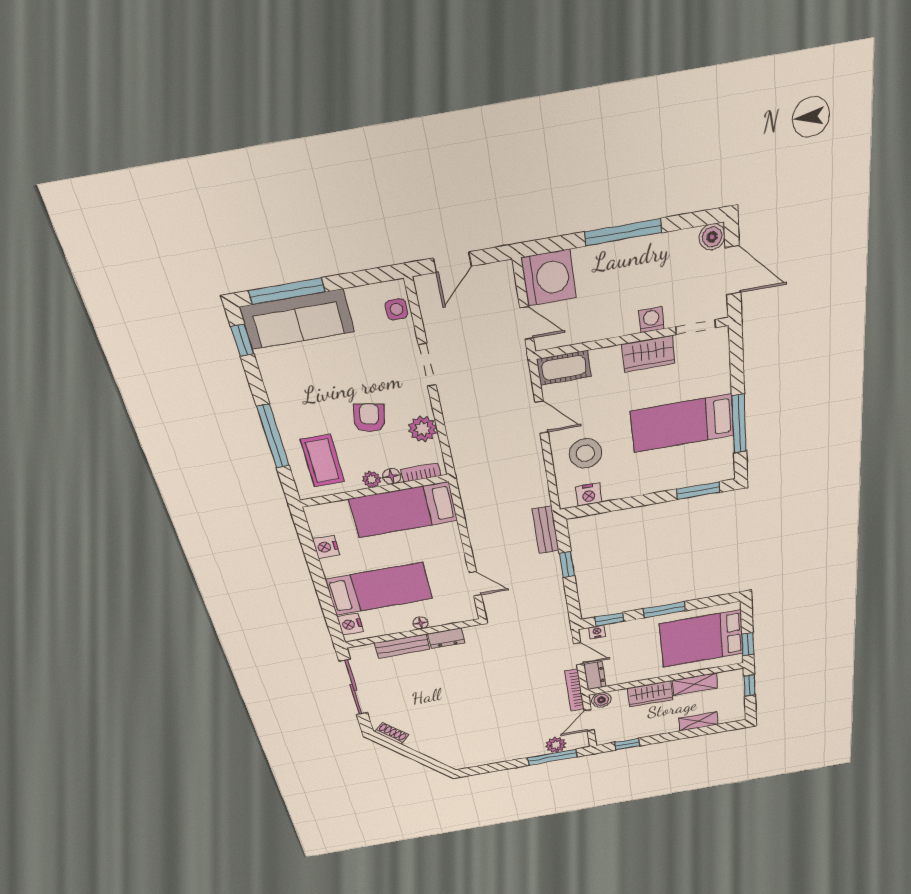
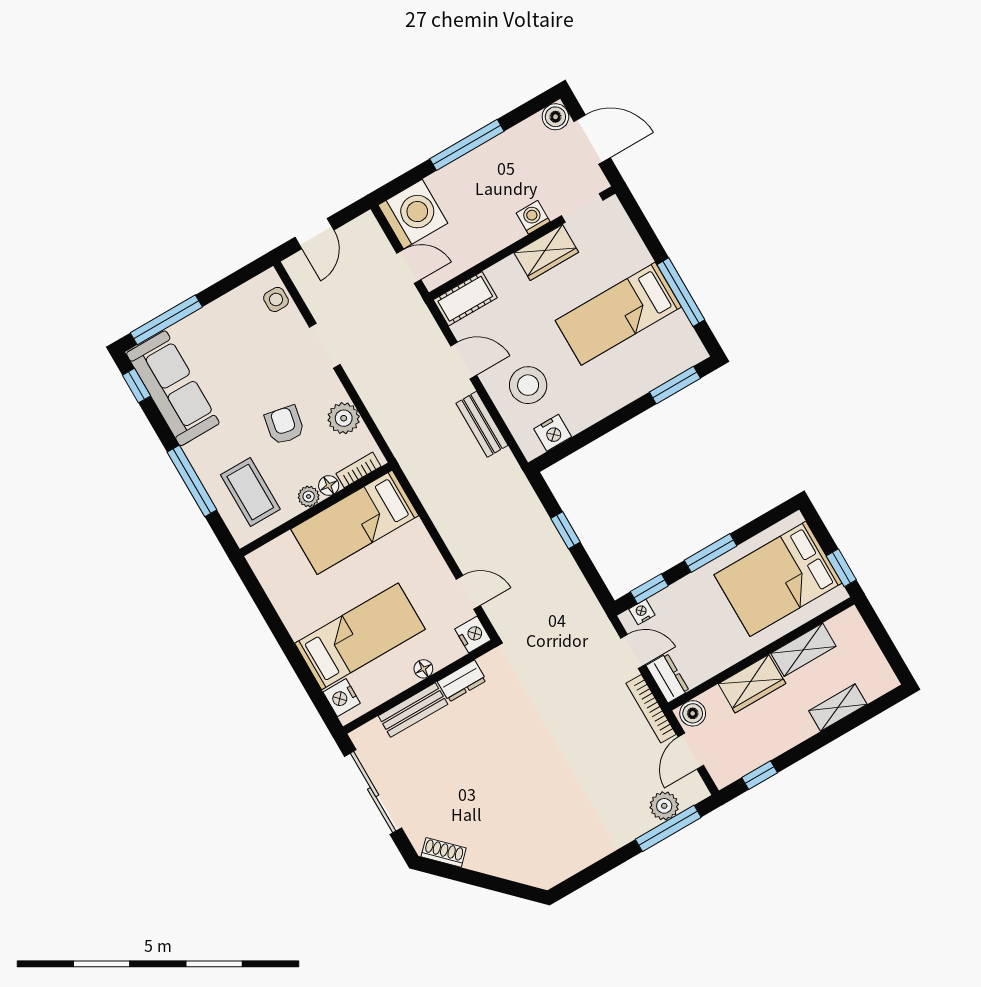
sofa: (297, 319) -> (173, 388), moved, turned -90
bench: (546, 530) -> (482, 424), moved
nightstand: (326, 547) -> (473, 634), moved, turned 180
window: (749, 685) -> (877, 629), removed

